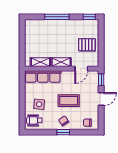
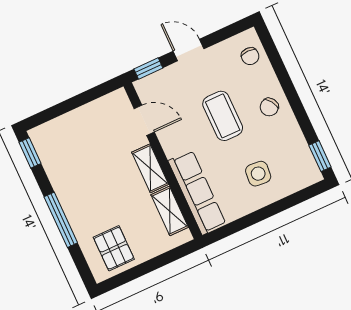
pallet: (87, 45) -> (114, 248), moved
wheelchair: (34, 120) -> (296, 168), removed
window: (63, 132) -> (320, 156), moved

